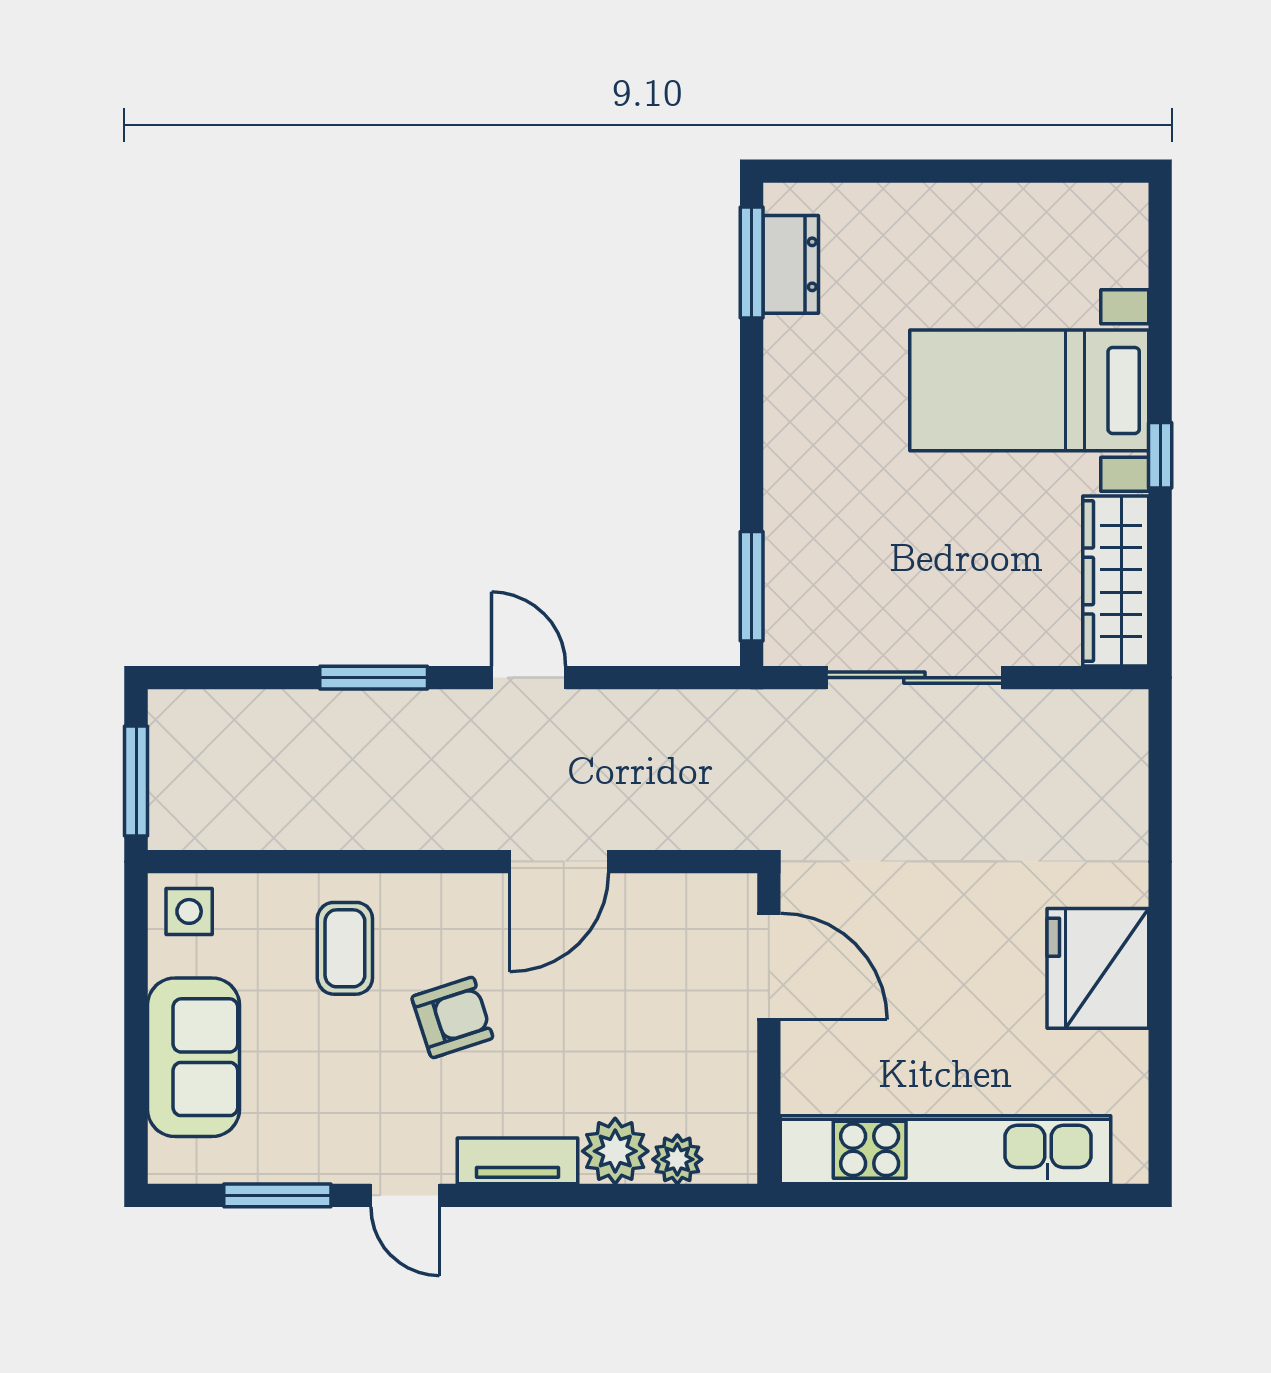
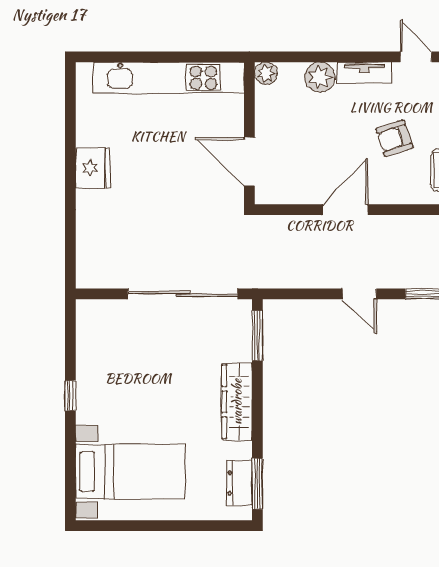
bed with nightstands: (1029, 390) -> (130, 472), moved
wardrobe: (1116, 581) -> (237, 402), moved, turned 180
sliding door: (914, 678) -> (183, 294), width x1.36
fridge: (1098, 968) -> (93, 168), width x0.73, depth x0.75
plant: (677, 1159) -> (266, 73), moved

